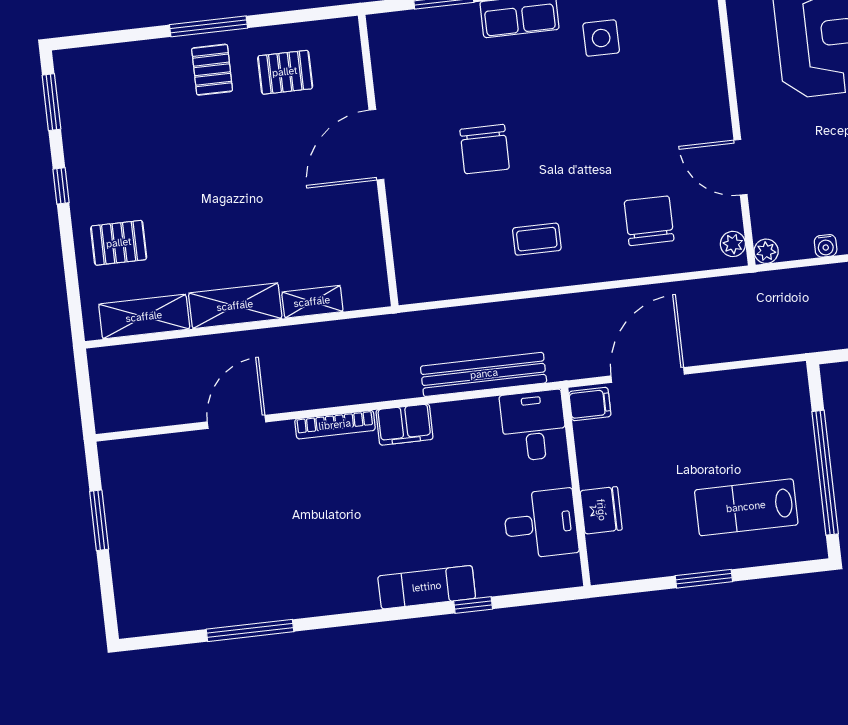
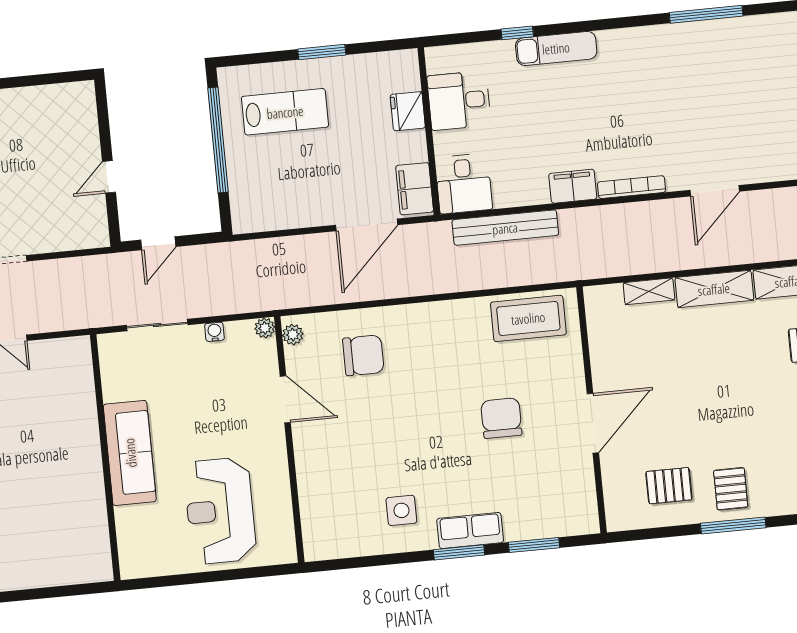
chair: (649, 221) -> (363, 355), turned -90
coffee table: (537, 239) -> (528, 318), moved, width x1.86, depth x1.72
filing cabinet: (590, 404) -> (415, 189), width x2.00

